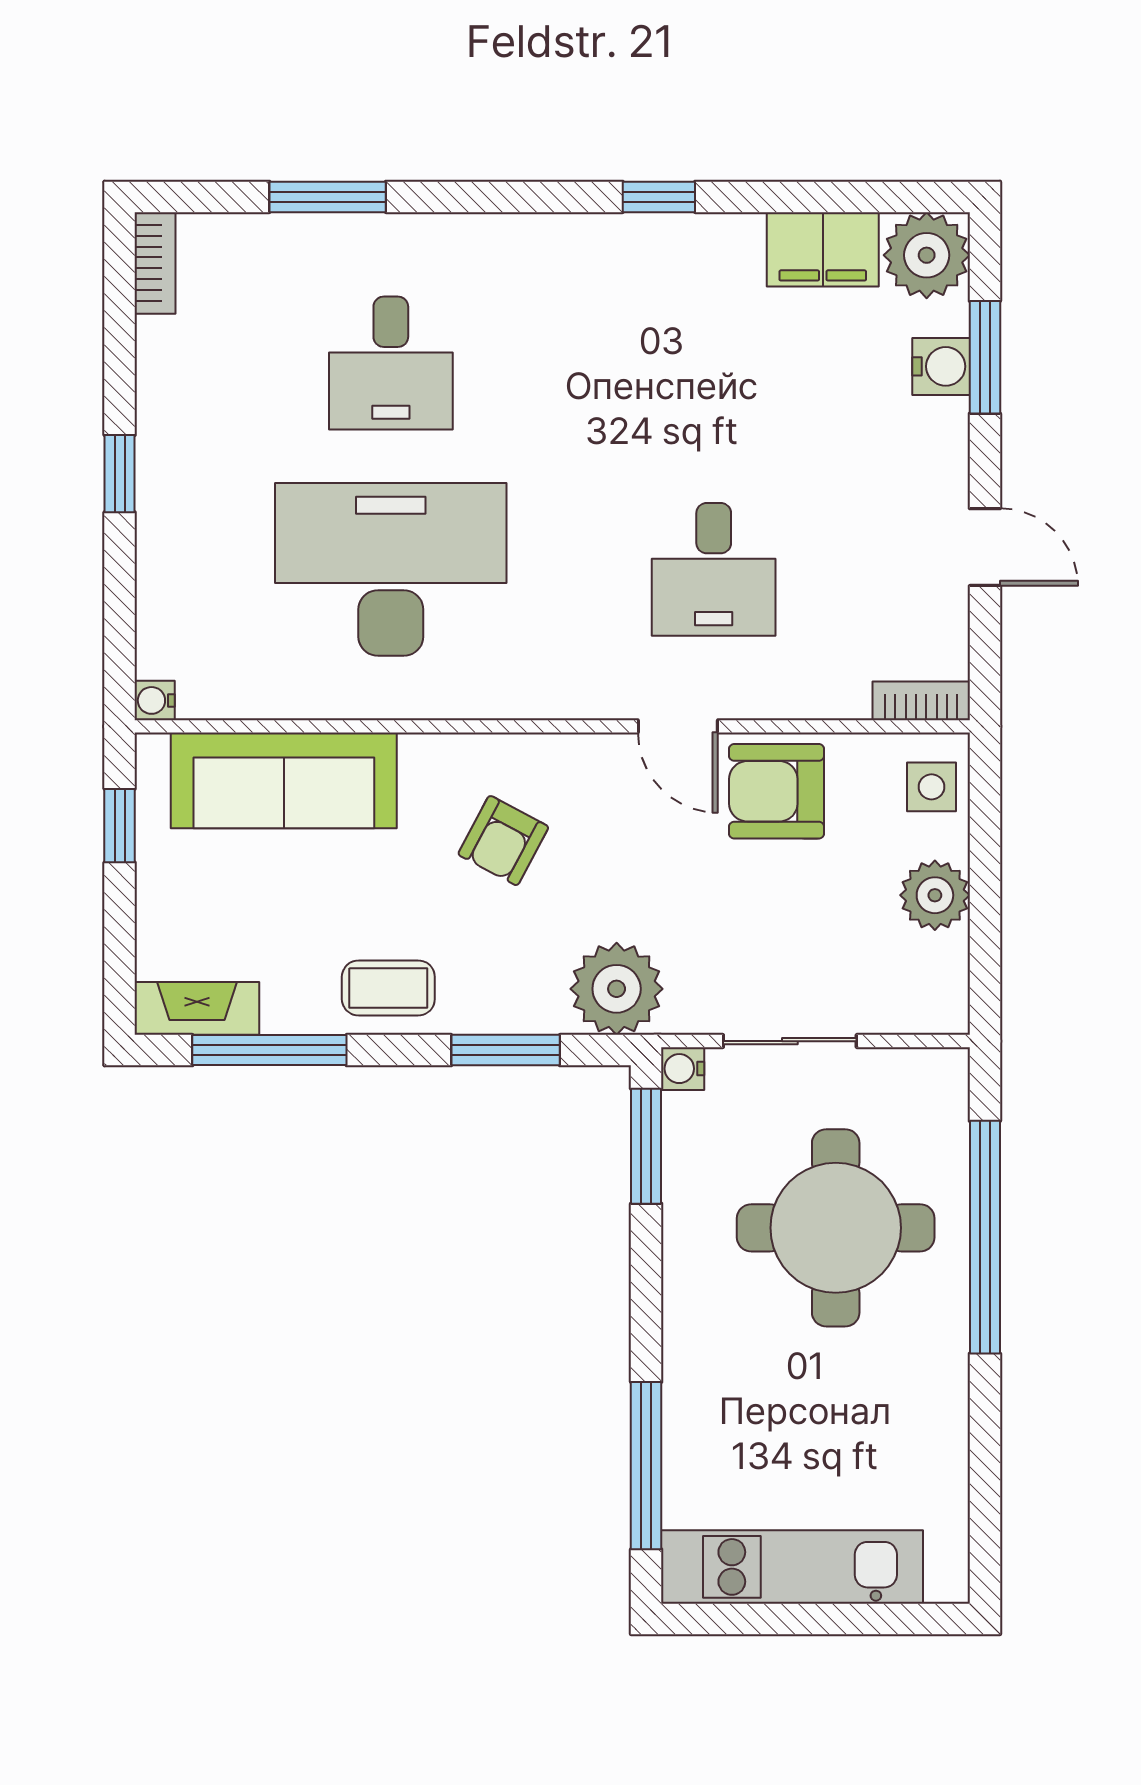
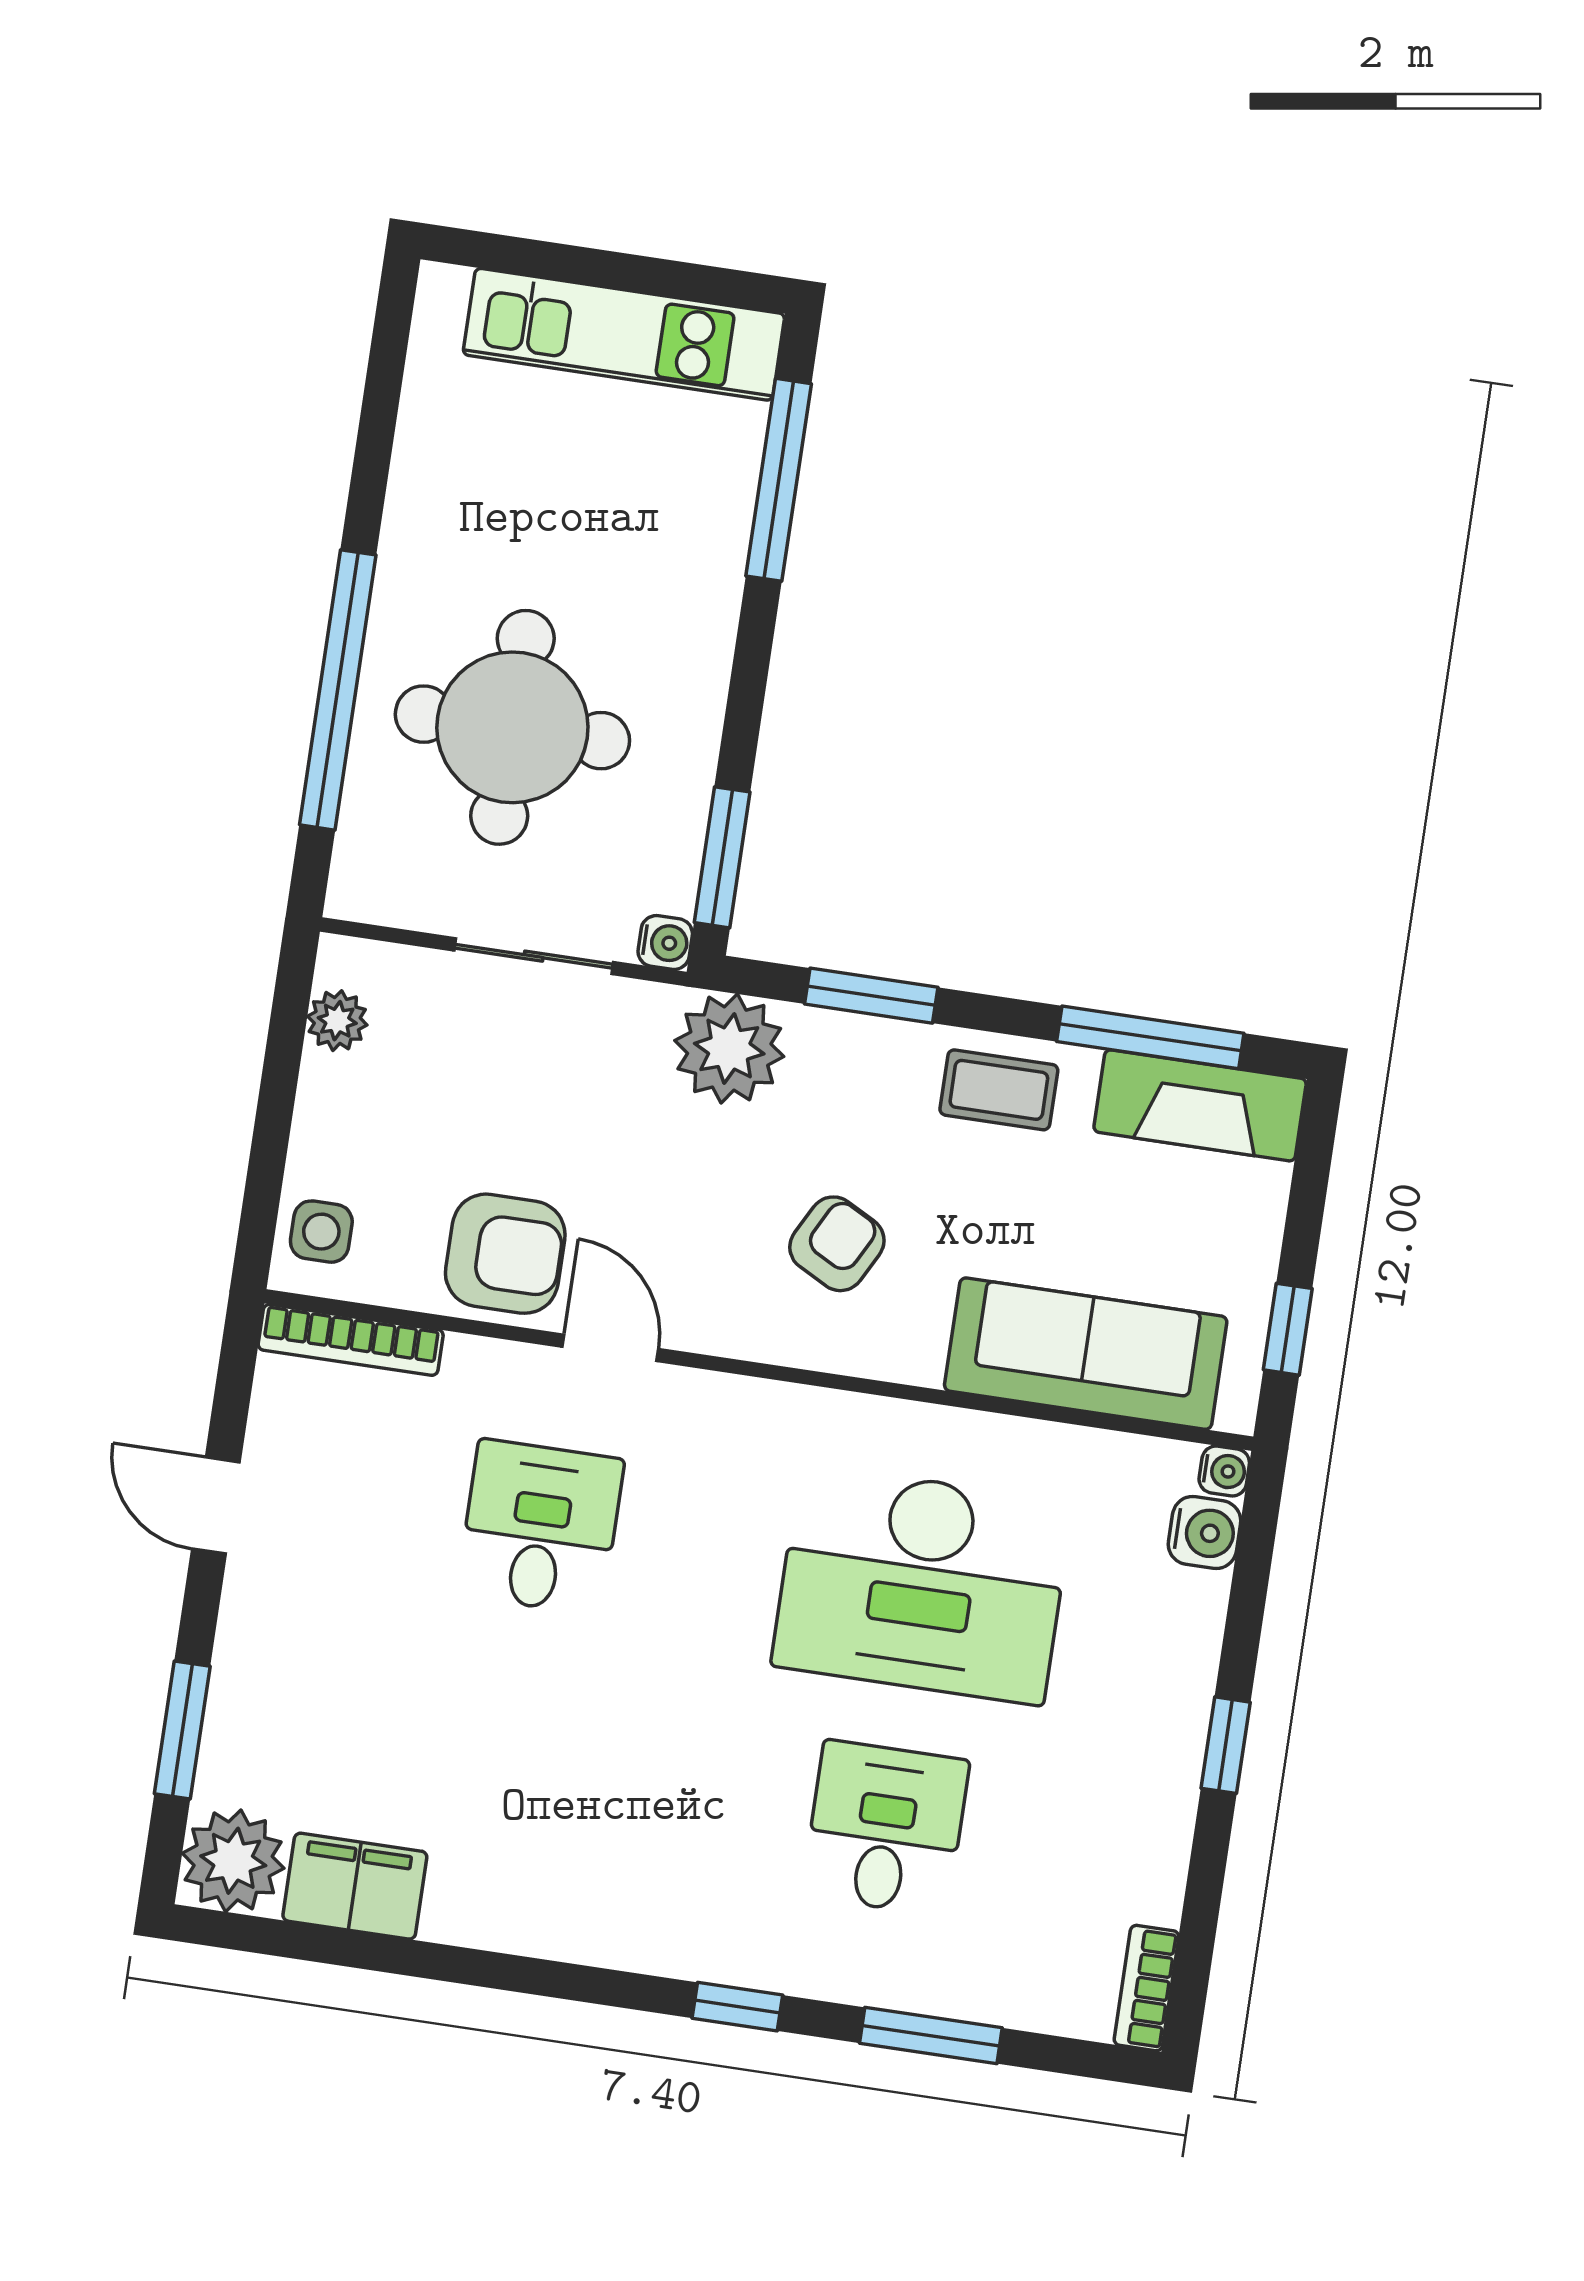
window: (659, 197) -> (737, 2007), moved
water cooler: (941, 366) -> (1204, 1533), moved, turned 180
bookcase: (921, 701) -> (351, 1340), width x1.56
plant: (935, 895) -> (337, 1021), moved, width x0.73, depth x0.73
fireplace: (197, 1008) -> (1200, 1105), width x1.37, depth x1.32

